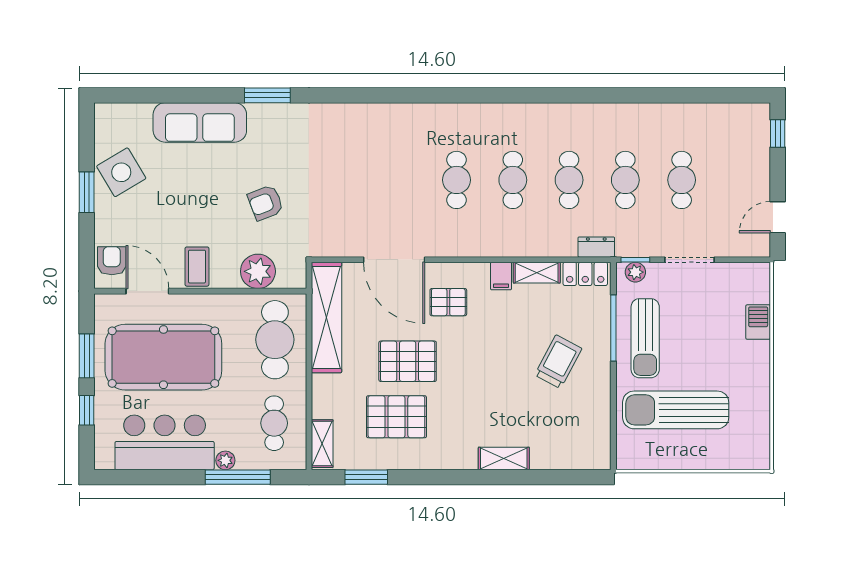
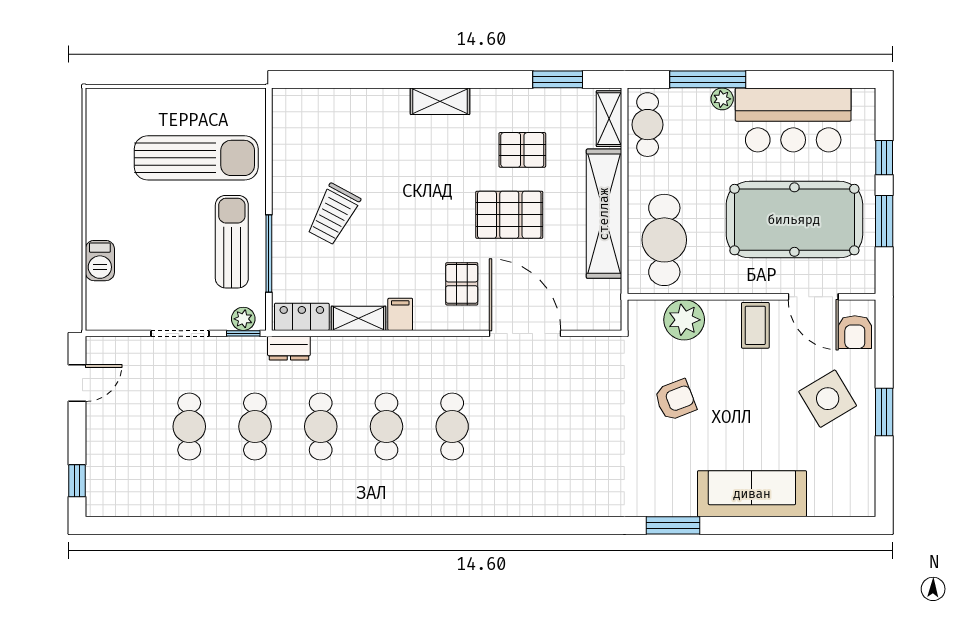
side table: (121, 172) -> (828, 399), moved
pallet: (448, 302) -> (462, 284), turned 90
shelving: (327, 317) -> (604, 214), moved
pallet: (396, 417) -> (522, 150), width x0.67, depth x0.71
cafe table: (274, 423) -> (648, 125), moved
shelving: (504, 458) -> (440, 101), moved

